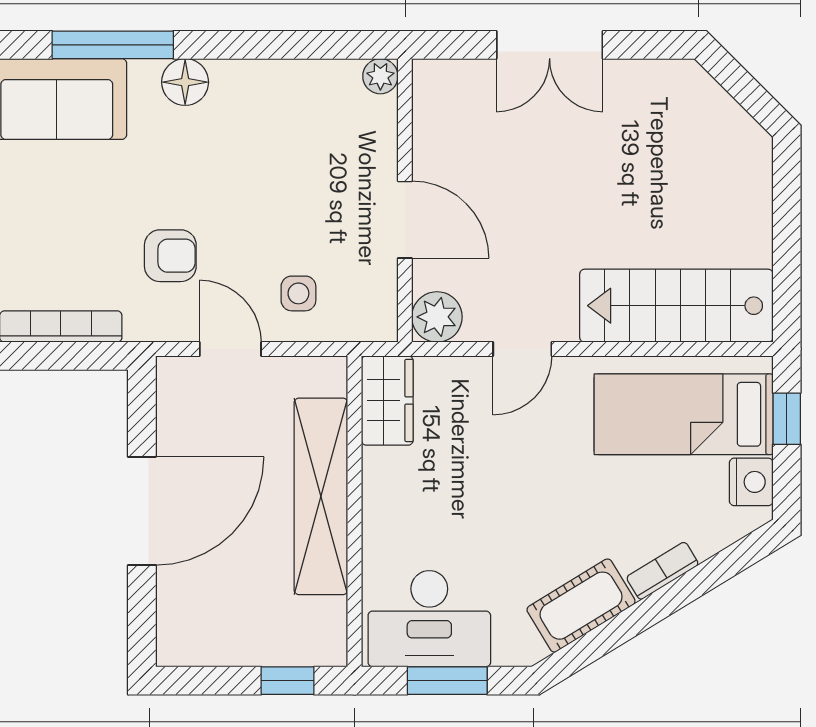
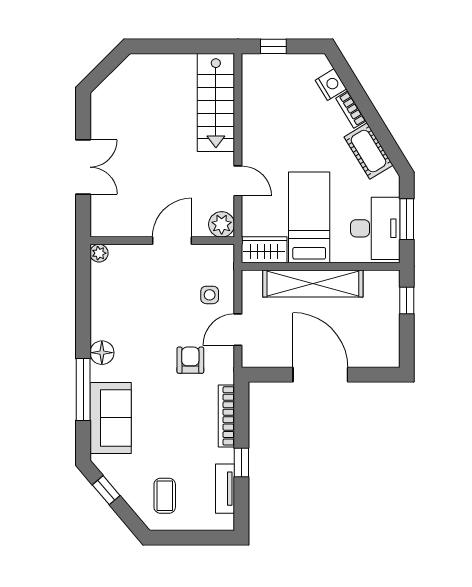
bed: (684, 414) -> (309, 217), moved, turned 180
nightstand: (751, 482) -> (331, 85), moved, turned 59

